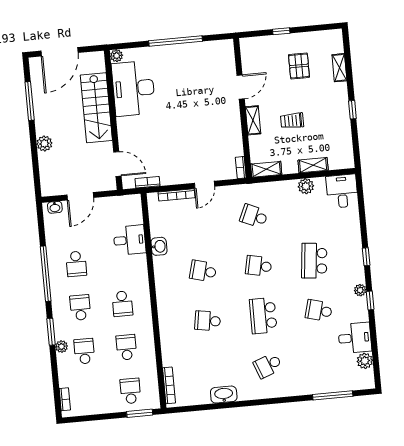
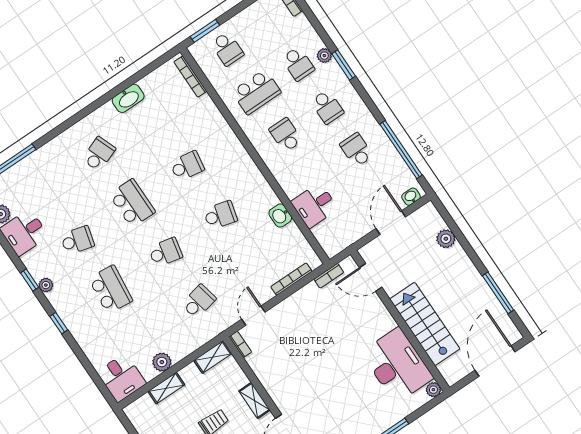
plant: (44, 144) -> (446, 239), moved
door: (204, 185) -> (253, 316), moved
school desk: (254, 216) -> (199, 301), turned -36
window: (46, 274) -> (401, 150), moved
school desk: (126, 347) -> (256, 92), width x1.85

